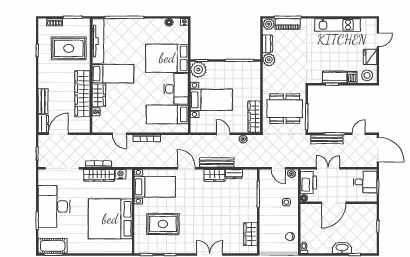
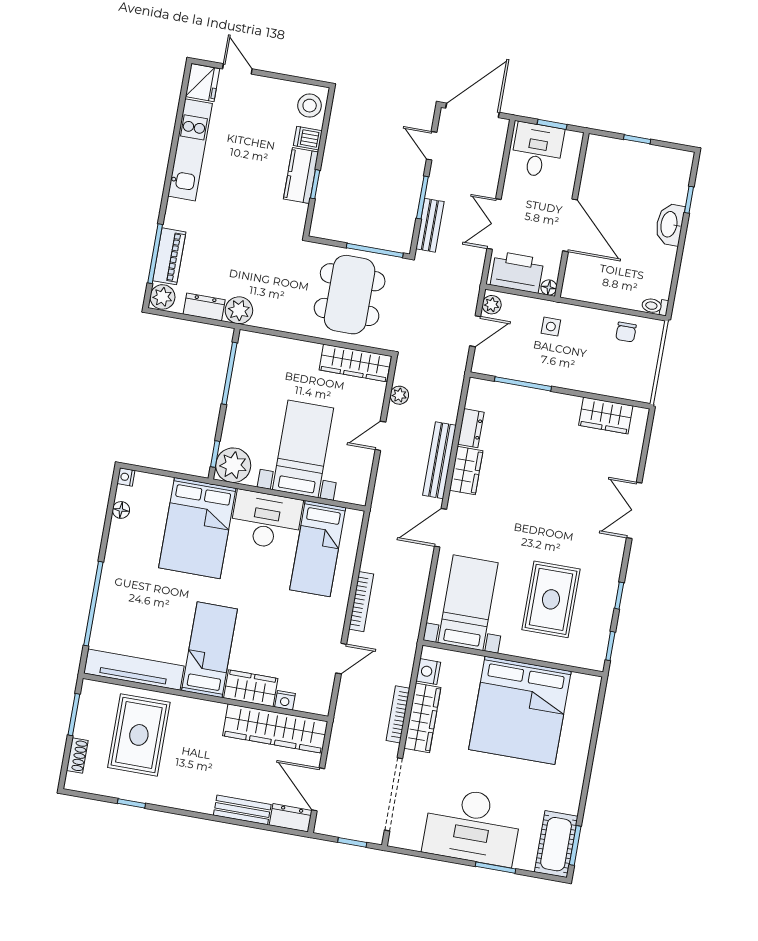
fridge: (370, 57) -> (202, 83), moved, turned -90
wardrobe: (82, 94) -> (275, 729), moved
bench: (327, 139) -> (430, 225), width x0.73

